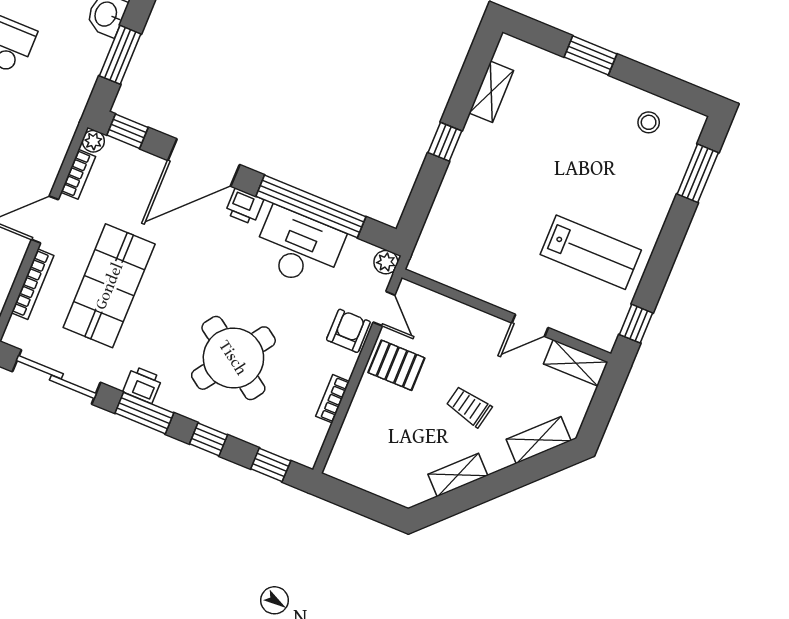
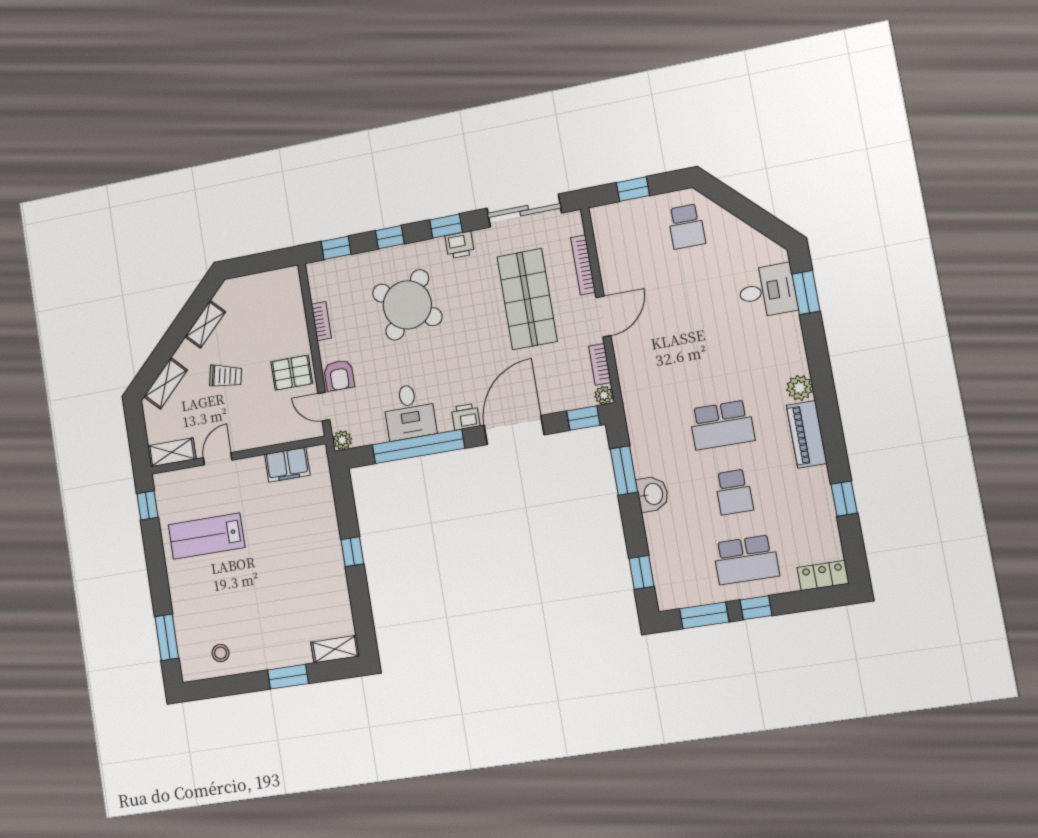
shelving: (491, 92) -> (335, 649), moved, turned 90
desk: (298, 248) -> (409, 412), width x0.73
filing cabinet: (459, 273) -> (287, 465), added
window: (144, 413) -> (446, 226), width x0.67

